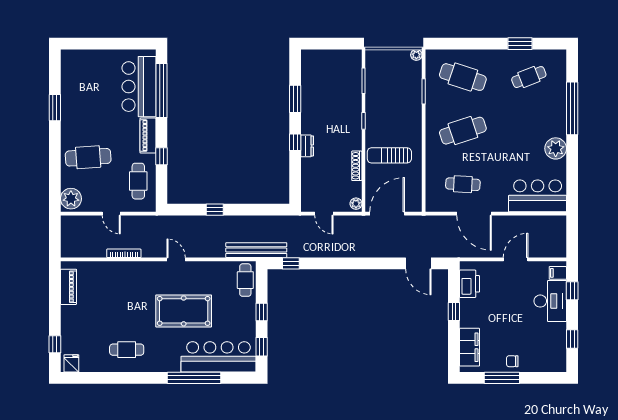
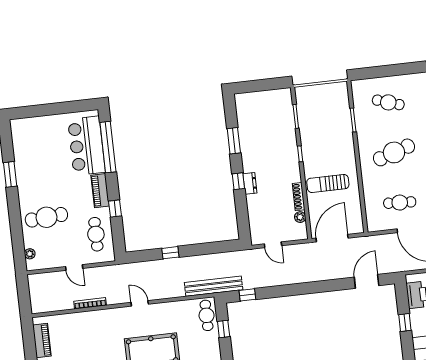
plant: (416, 55) -> (342, 87), removed
cafe table: (463, 77) -> (388, 102), width x0.73, depth x0.74
plant: (71, 199) -> (30, 254), width x0.53, depth x0.53
plant: (356, 204) -> (300, 217), moved
door: (418, 263) -> (367, 281), swing flipped
window: (262, 312) -> (224, 329), moved

